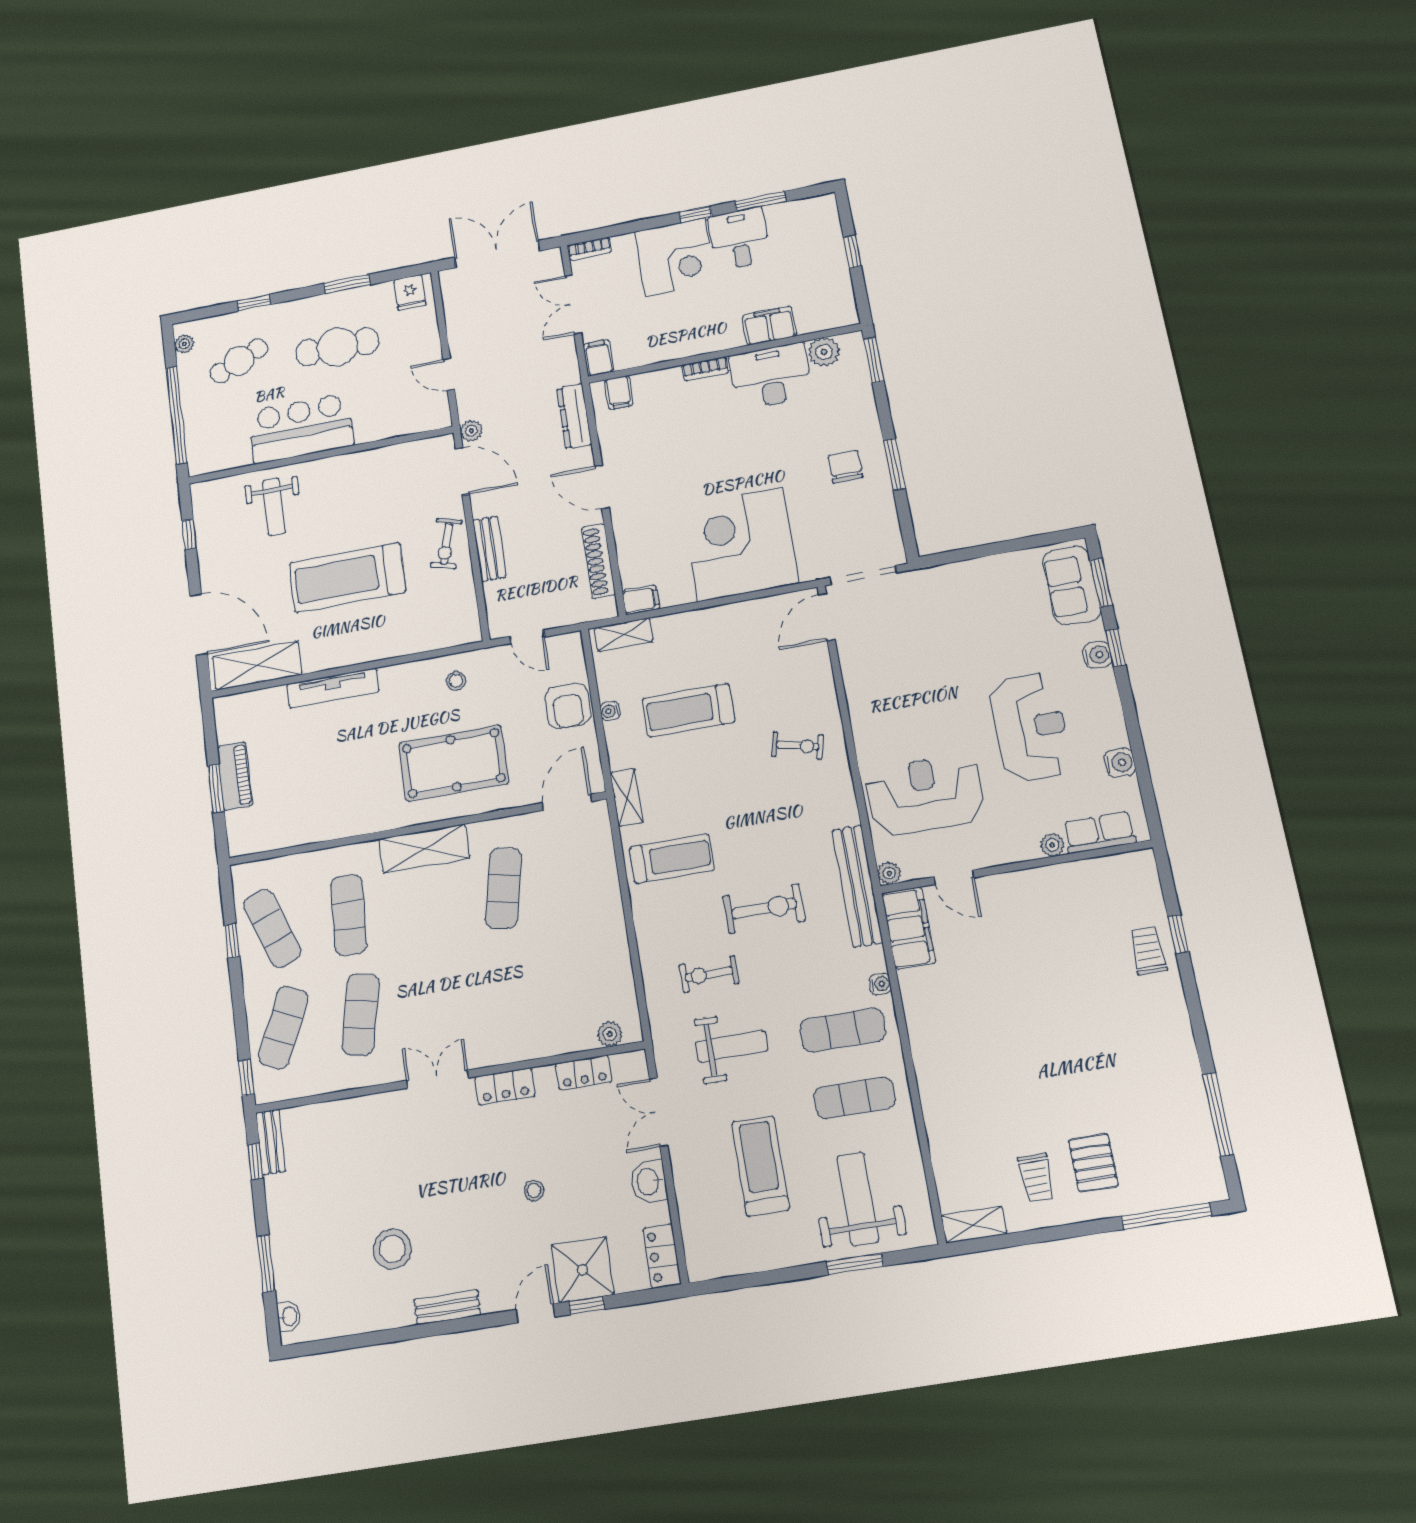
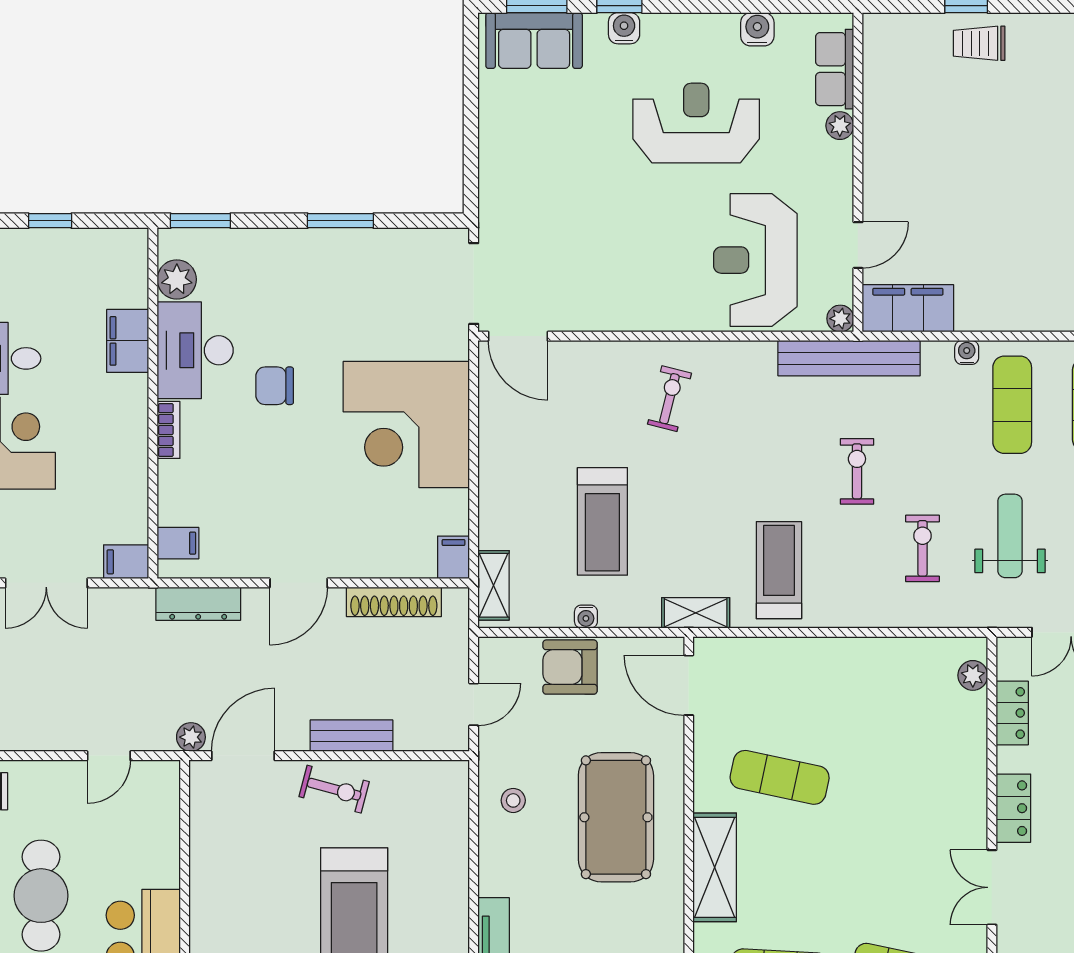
chair: (845, 467) -> (275, 386), moved
armchair: (568, 706) -> (570, 667), turned 180
exercise bike: (764, 909) -> (857, 471), width x0.73, depth x0.72
exercise bike: (709, 974) -> (922, 548), turned 180

